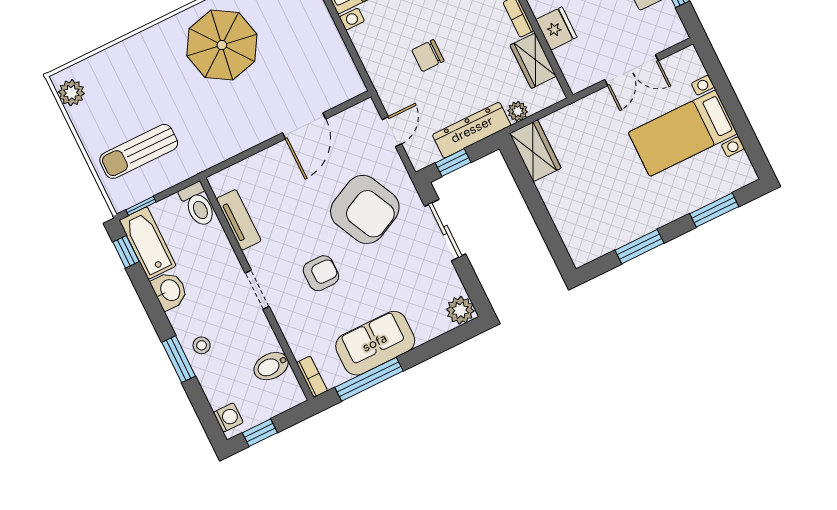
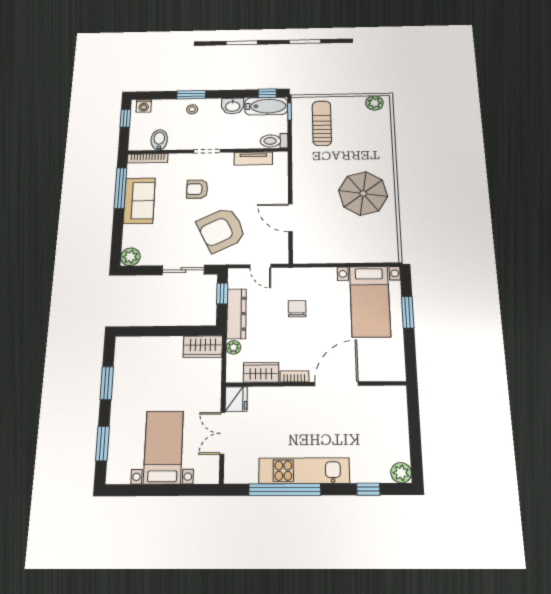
fridge: (556, 28) -> (236, 399), moved, turned -90
armchair: (321, 273) -> (197, 189), turned 90
bookcase: (312, 377) -> (148, 158), width x1.56

